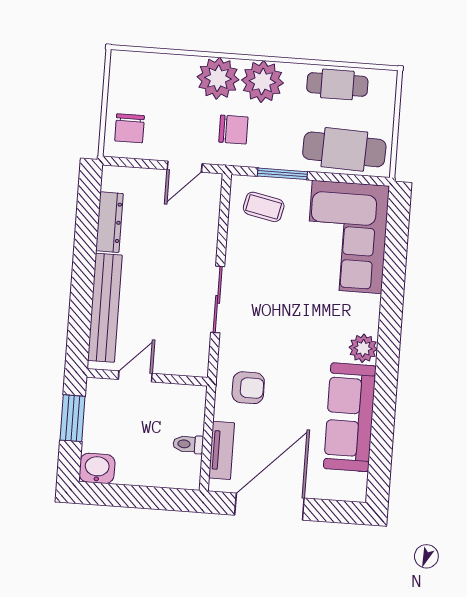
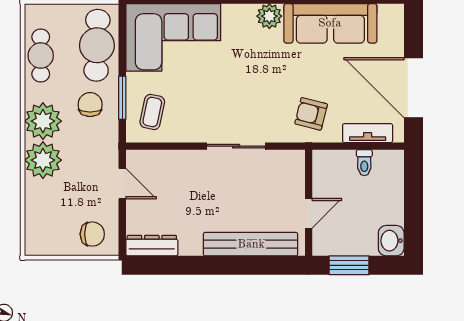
chair: (233, 130) -> (90, 105), moved
dresser: (109, 222) -> (152, 246), moved
door: (135, 376) -> (309, 213), swing flipped
armchair: (248, 388) -> (311, 114), turned -76

